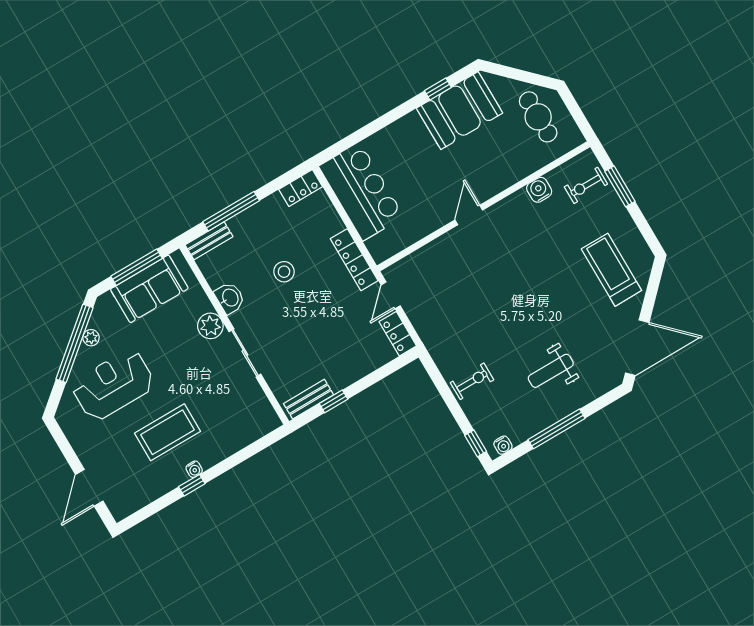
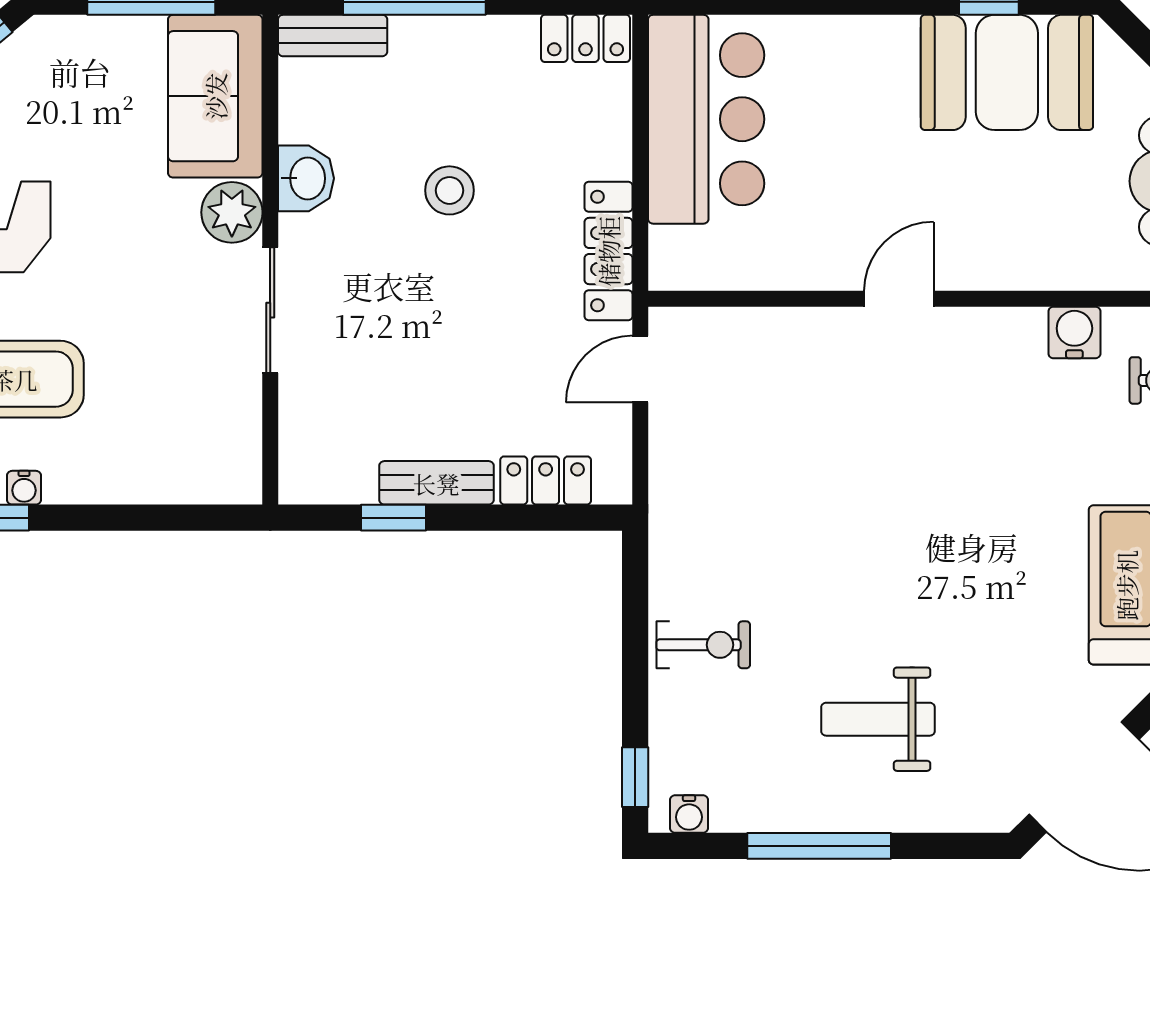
sofa: (149, 289) -> (215, 96), moved, turned 90
locker: (398, 334) -> (546, 480), moved, turned 90
bench: (309, 399) -> (436, 483), moved

